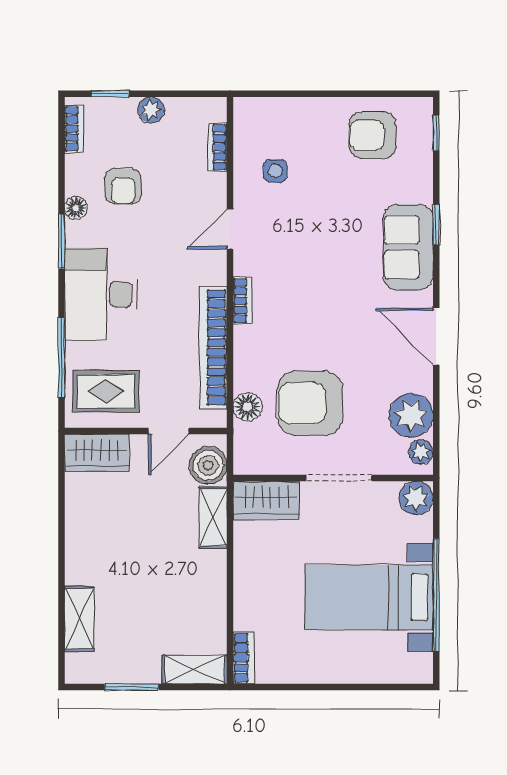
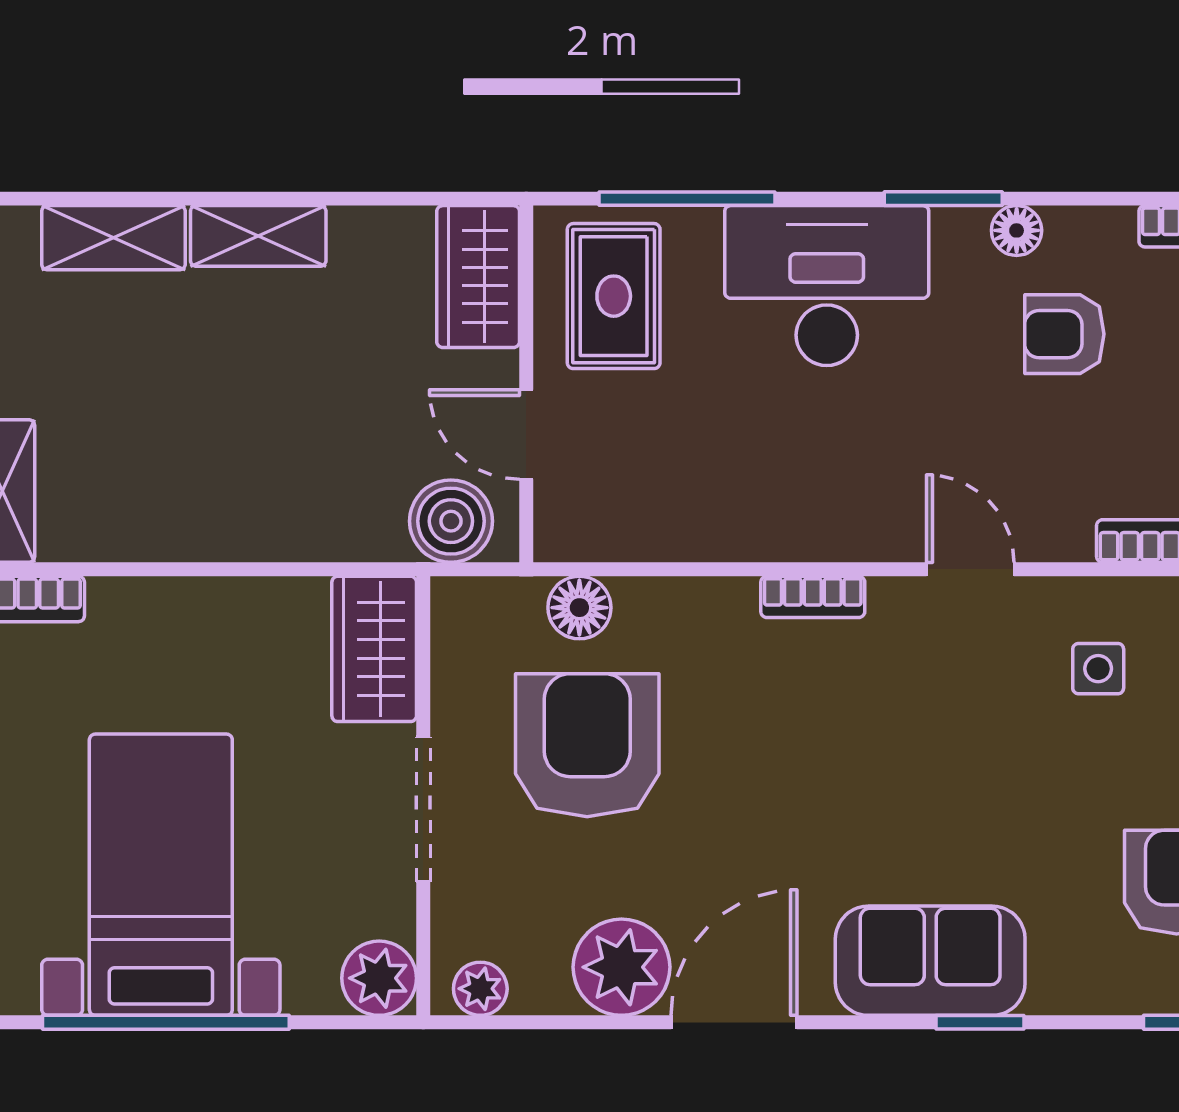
bookcase: (213, 347) -> (710, 532), removed
plant: (411, 415) -> (621, 967), moved
shelving: (213, 517) -> (258, 236), moved

